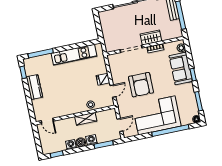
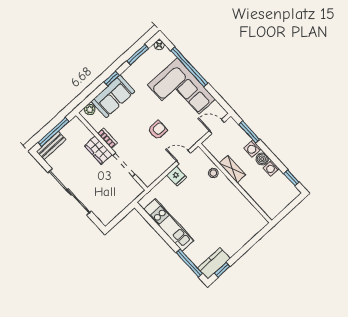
armchair: (141, 85) -> (158, 130), width x0.53, depth x0.53
kitchen counter: (34, 87) -> (214, 263), moved
door: (47, 121) -> (260, 211), removed

